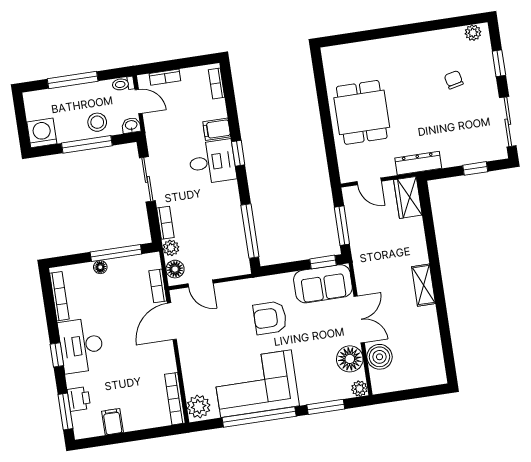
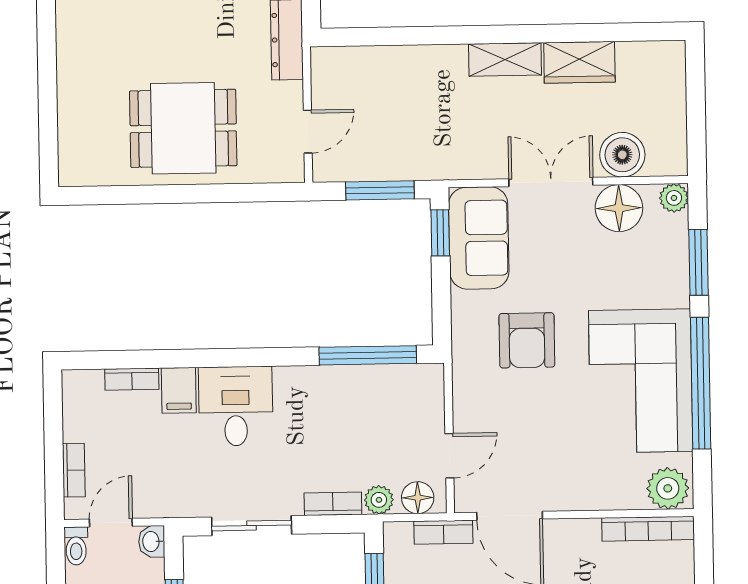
bookcase: (217, 83) -> (132, 379), moved
window: (238, 153) -> (227, 358), removed
wardrobe: (408, 197) -> (579, 62), moved

